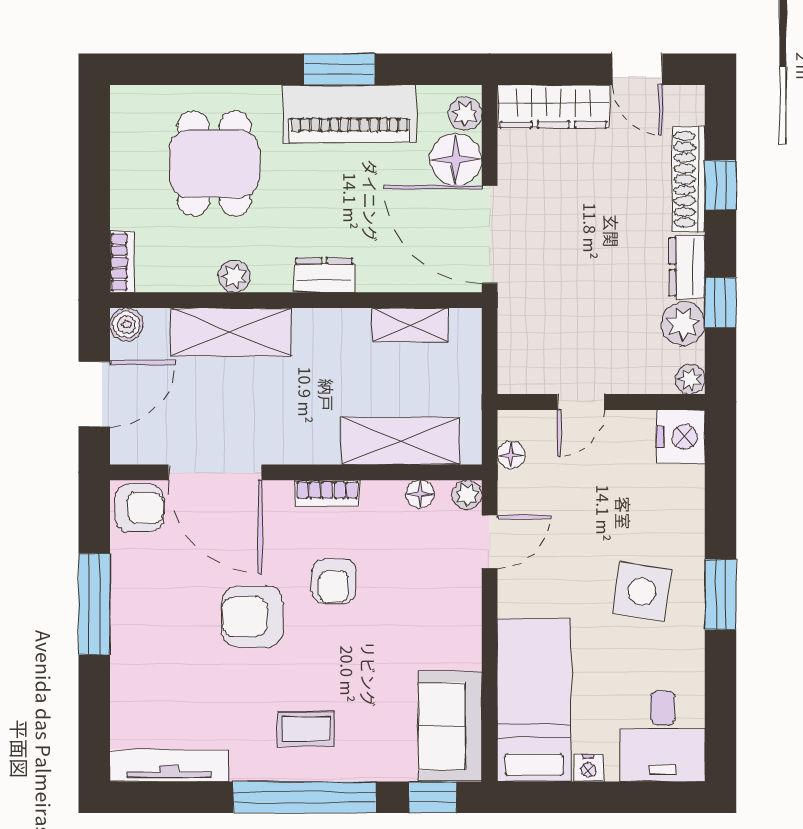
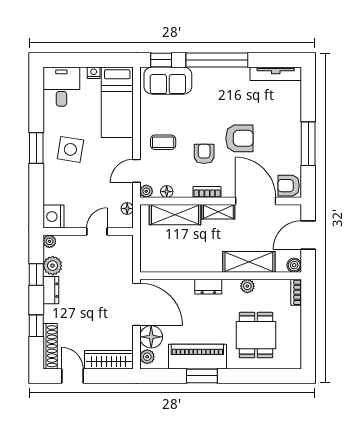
shoe rack: (689, 179) -> (50, 346), moved
shelving: (410, 325) -> (218, 212), moved
sofa: (450, 726) -> (168, 81), moved, turned 90
coffee table: (306, 729) -> (163, 142), moved

